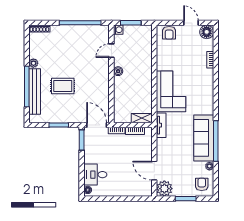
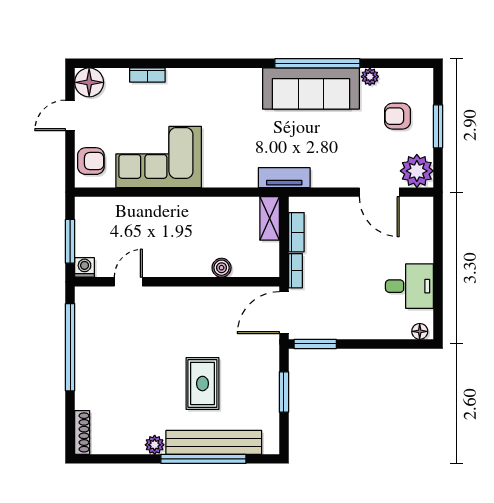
door: (111, 51) -> (128, 282), swing flipped
boiler: (118, 71) -> (222, 268), moved
corner sofa: (171, 91) -> (159, 157), moved
door: (154, 171) -> (379, 192), hinge flipped
desk: (95, 175) -> (409, 286), moved, turned -90
armchair: (202, 184) -> (398, 116), moved

